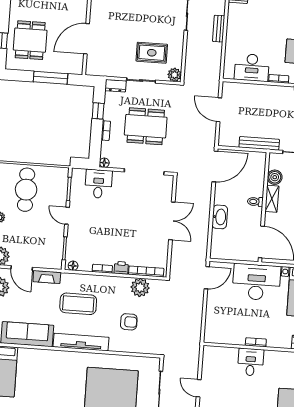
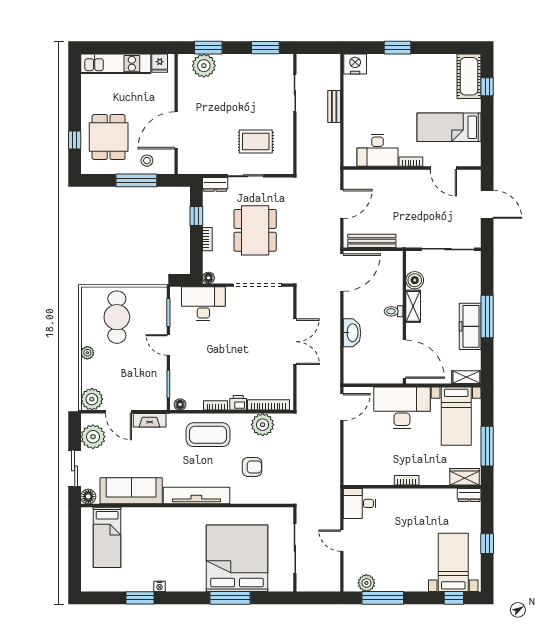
stool: (60, 62) -> (147, 161), added
plant: (174, 75) -> (285, 166), removed
door: (219, 110) -> (342, 204), swing flipped
dining table: (146, 126) -> (255, 230), turned 90
bench: (259, 143) -> (372, 241), moved
desk: (98, 184) -> (203, 304), width x1.37
coffee table: (78, 304) -> (208, 435), moved
desk: (251, 362) -> (360, 503), moved, turned -90

